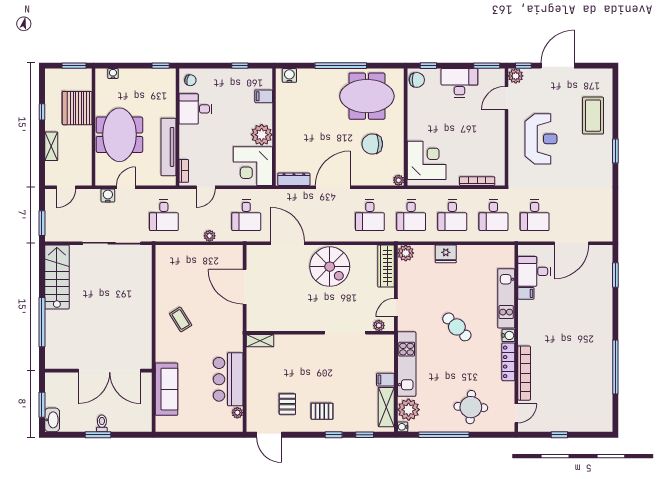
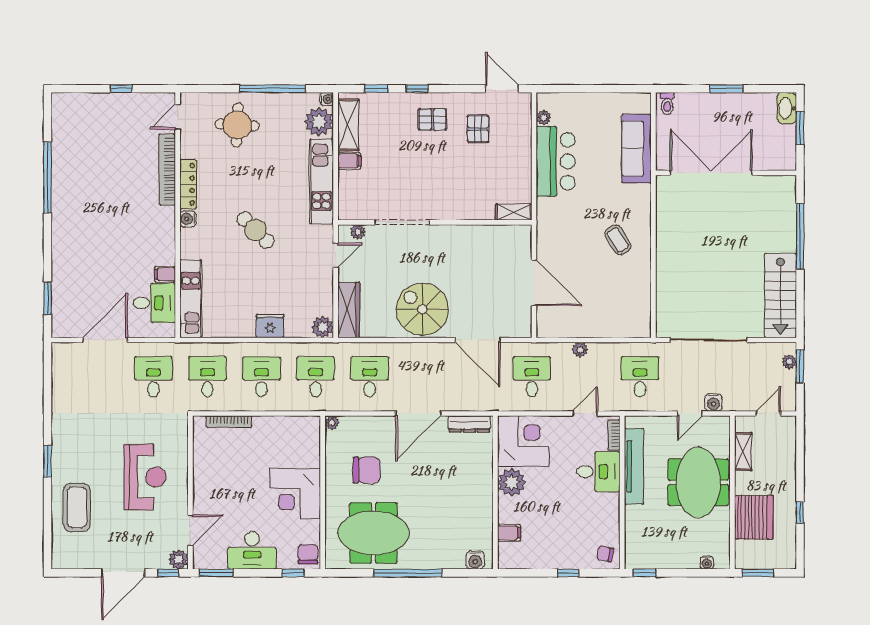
window: (240, 66) -> (568, 573), moved
chair: (417, 80) -> (308, 554), turned 90
desk: (196, 109) -> (598, 472), moved
reception desk: (541, 139) -> (145, 477), turned 180
shelving: (51, 146) -> (743, 451), moved
corner desk: (427, 160) -> (295, 494), moved
plant: (50, 227) -> (789, 362), added
kitchen unit: (506, 298) -> (191, 299), moved
toilet: (102, 423) -> (667, 104), moved

